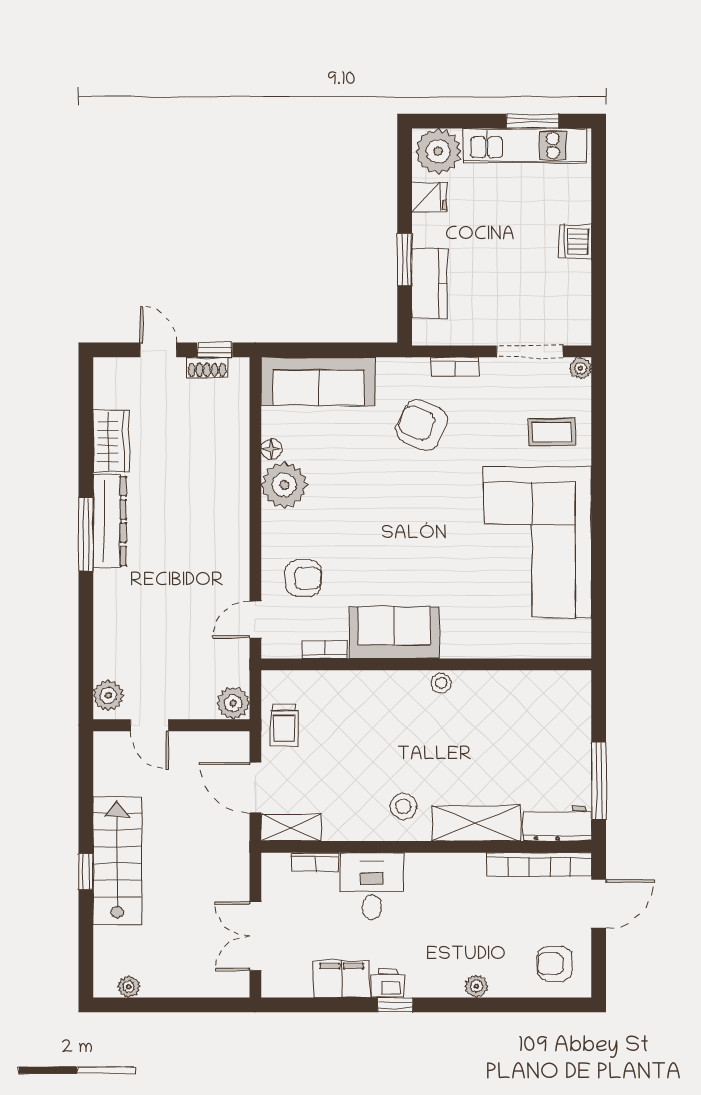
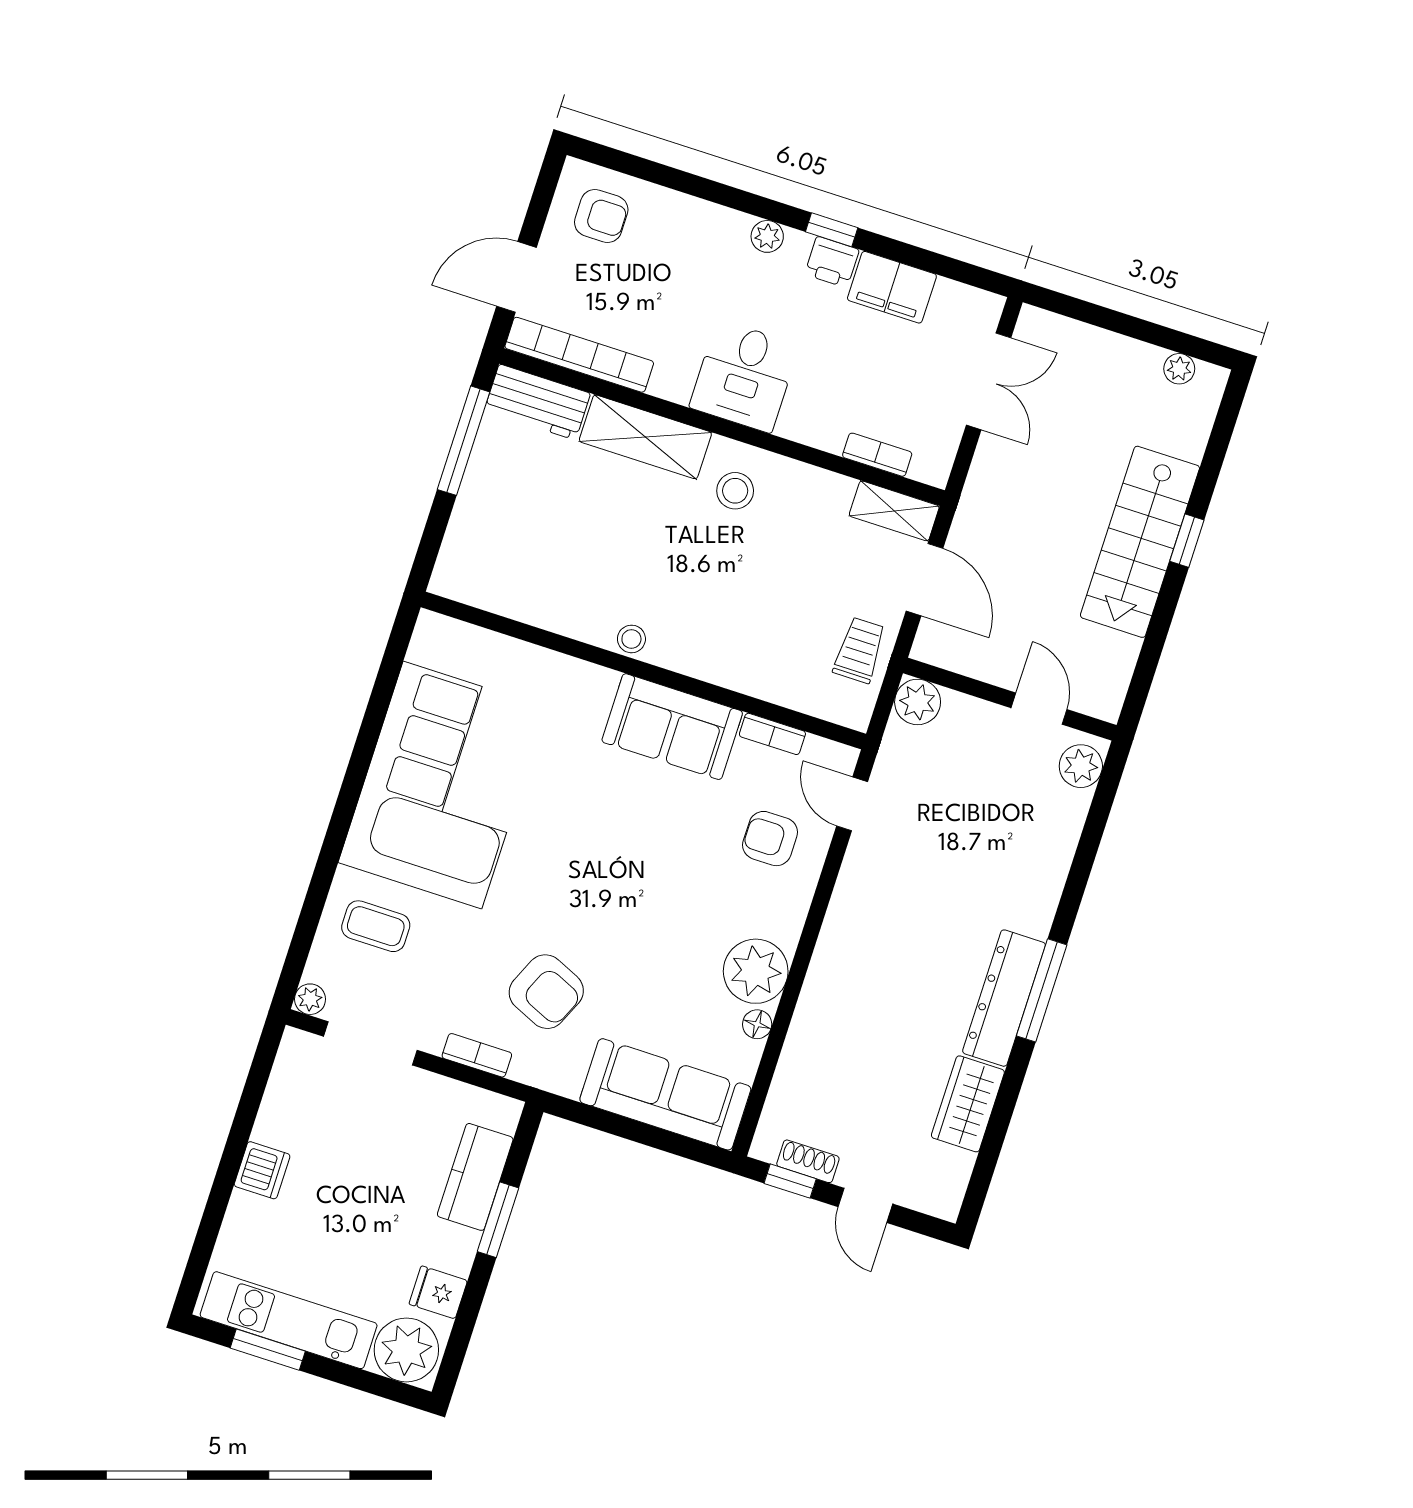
door: (255, 620) -> (852, 804), swing flipped
desk: (372, 886) -> (744, 376), moved
plant: (476, 986) -> (767, 236), moved

